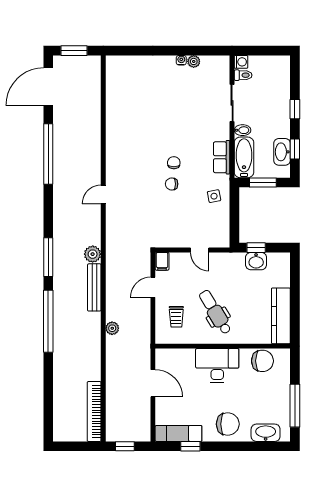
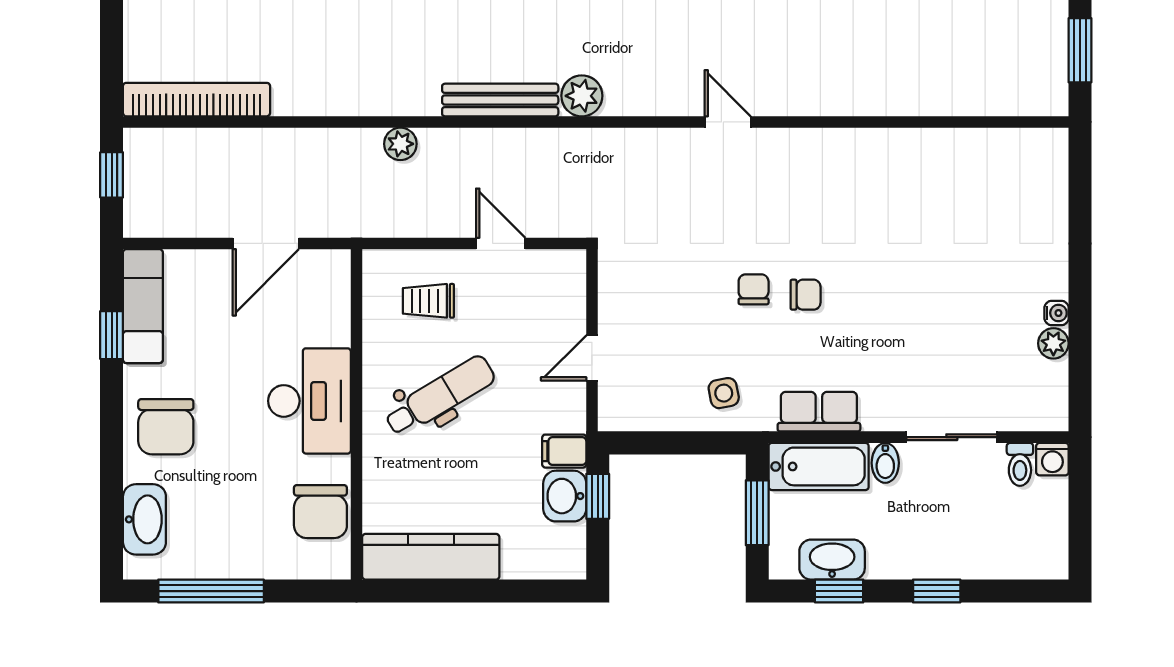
filing cabinet: (162, 261) -> (564, 451), moved

